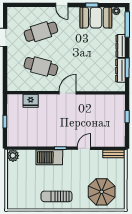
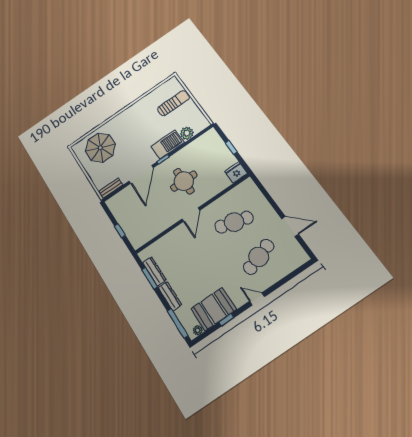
fridge: (31, 101) -> (236, 172), moved
round table: (56, 121) -> (184, 181), added
door: (84, 148) -> (141, 174), width x1.88
plant: (13, 156) -> (187, 133), moved
sun lounger: (57, 196) -> (173, 103), moved

